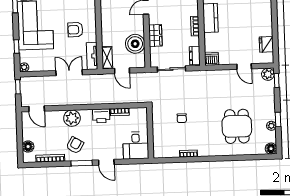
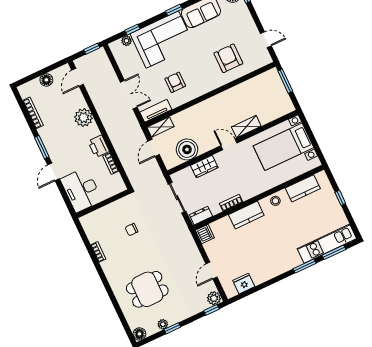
plant: (24, 67) -> (126, 41), moved
armchair: (75, 145) -> (57, 132), removed
desk: (136, 145) -> (81, 190), width x1.37
floor lamp: (28, 147) -> (46, 80), moved

